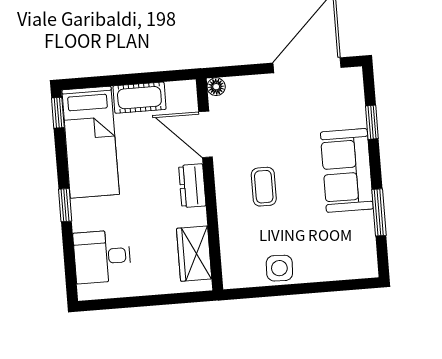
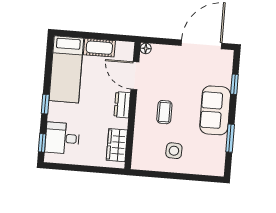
window: (58, 113) -> (42, 143), moved
side table: (279, 268) -> (174, 151), moved

